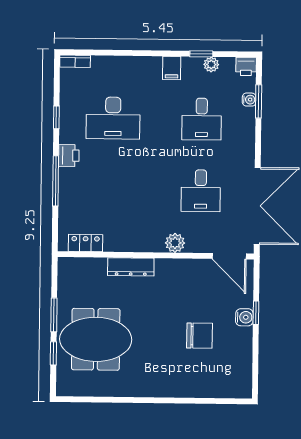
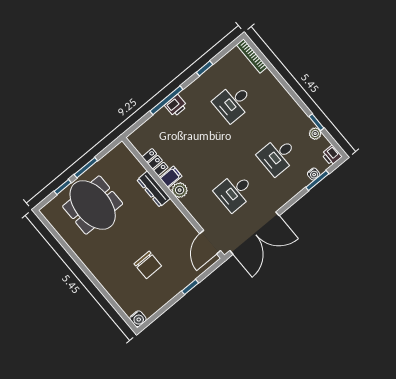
bookcase: (75, 61) -> (252, 56), width x1.56
filing cabinet: (172, 68) -> (171, 177), moved, turned 180
desk: (113, 118) -> (233, 102), width x0.73
printer: (69, 156) -> (176, 106), moved
locker: (86, 243) -> (155, 162), moved
plant: (175, 243) -> (180, 190), moved
water cooler: (244, 317) -> (138, 319), moved

